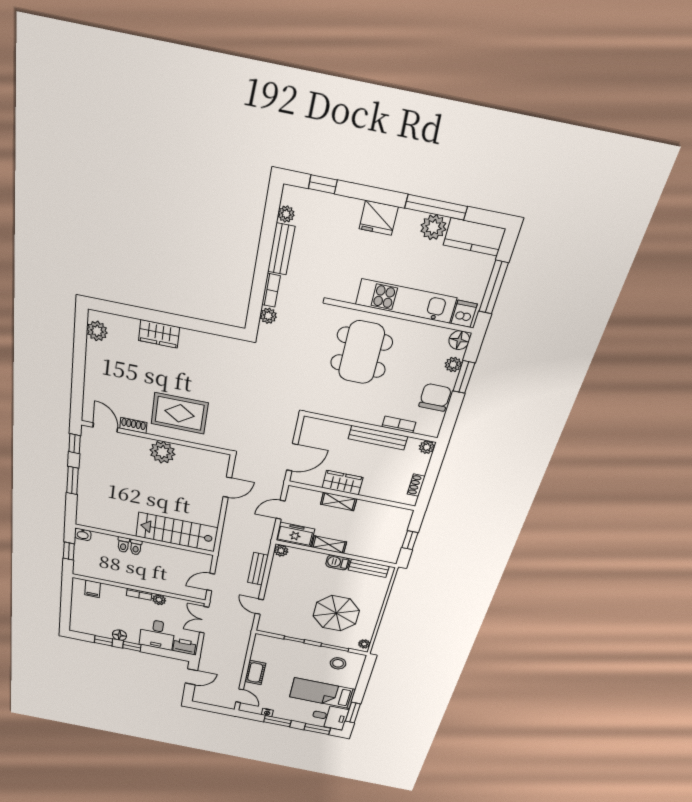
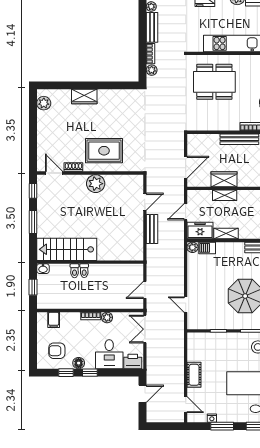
dining table: (361, 352) -> (214, 82), turned 90
stairs: (177, 532) -> (67, 249), moved
barbecue: (338, 562) -> (207, 248), moved
bench: (258, 569) -> (152, 229), moved
armchair: (94, 619) -> (57, 351), added

